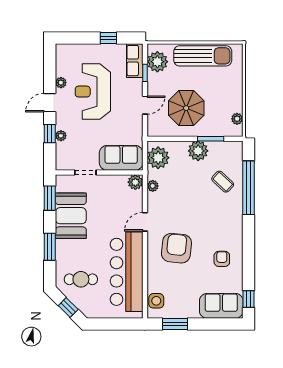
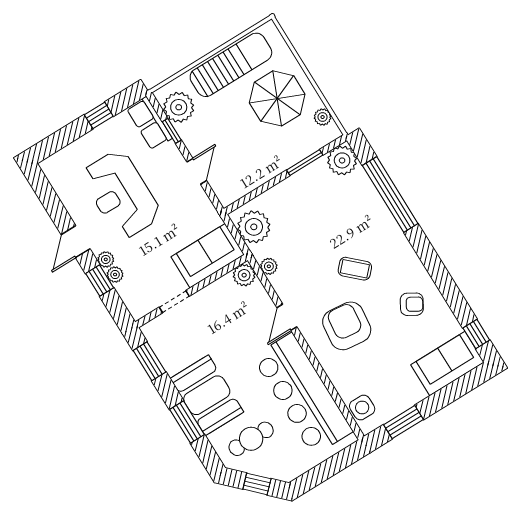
plant: (61, 83) -> (106, 259), moved
parasol: (186, 108) -> (277, 98), moved
plant: (198, 151) -> (342, 160), moved
coffee table: (223, 182) -> (355, 269), moved
booth: (71, 216) -> (207, 395), moved
armchair: (222, 259) -> (412, 304), turned 120

